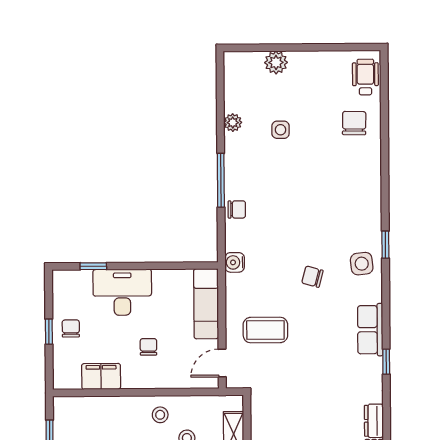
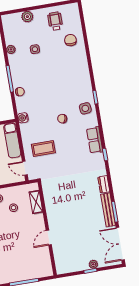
wheelchair: (365, 77) -> (55, 21), moved
door: (222, 363) -> (25, 168), hinge flipped

